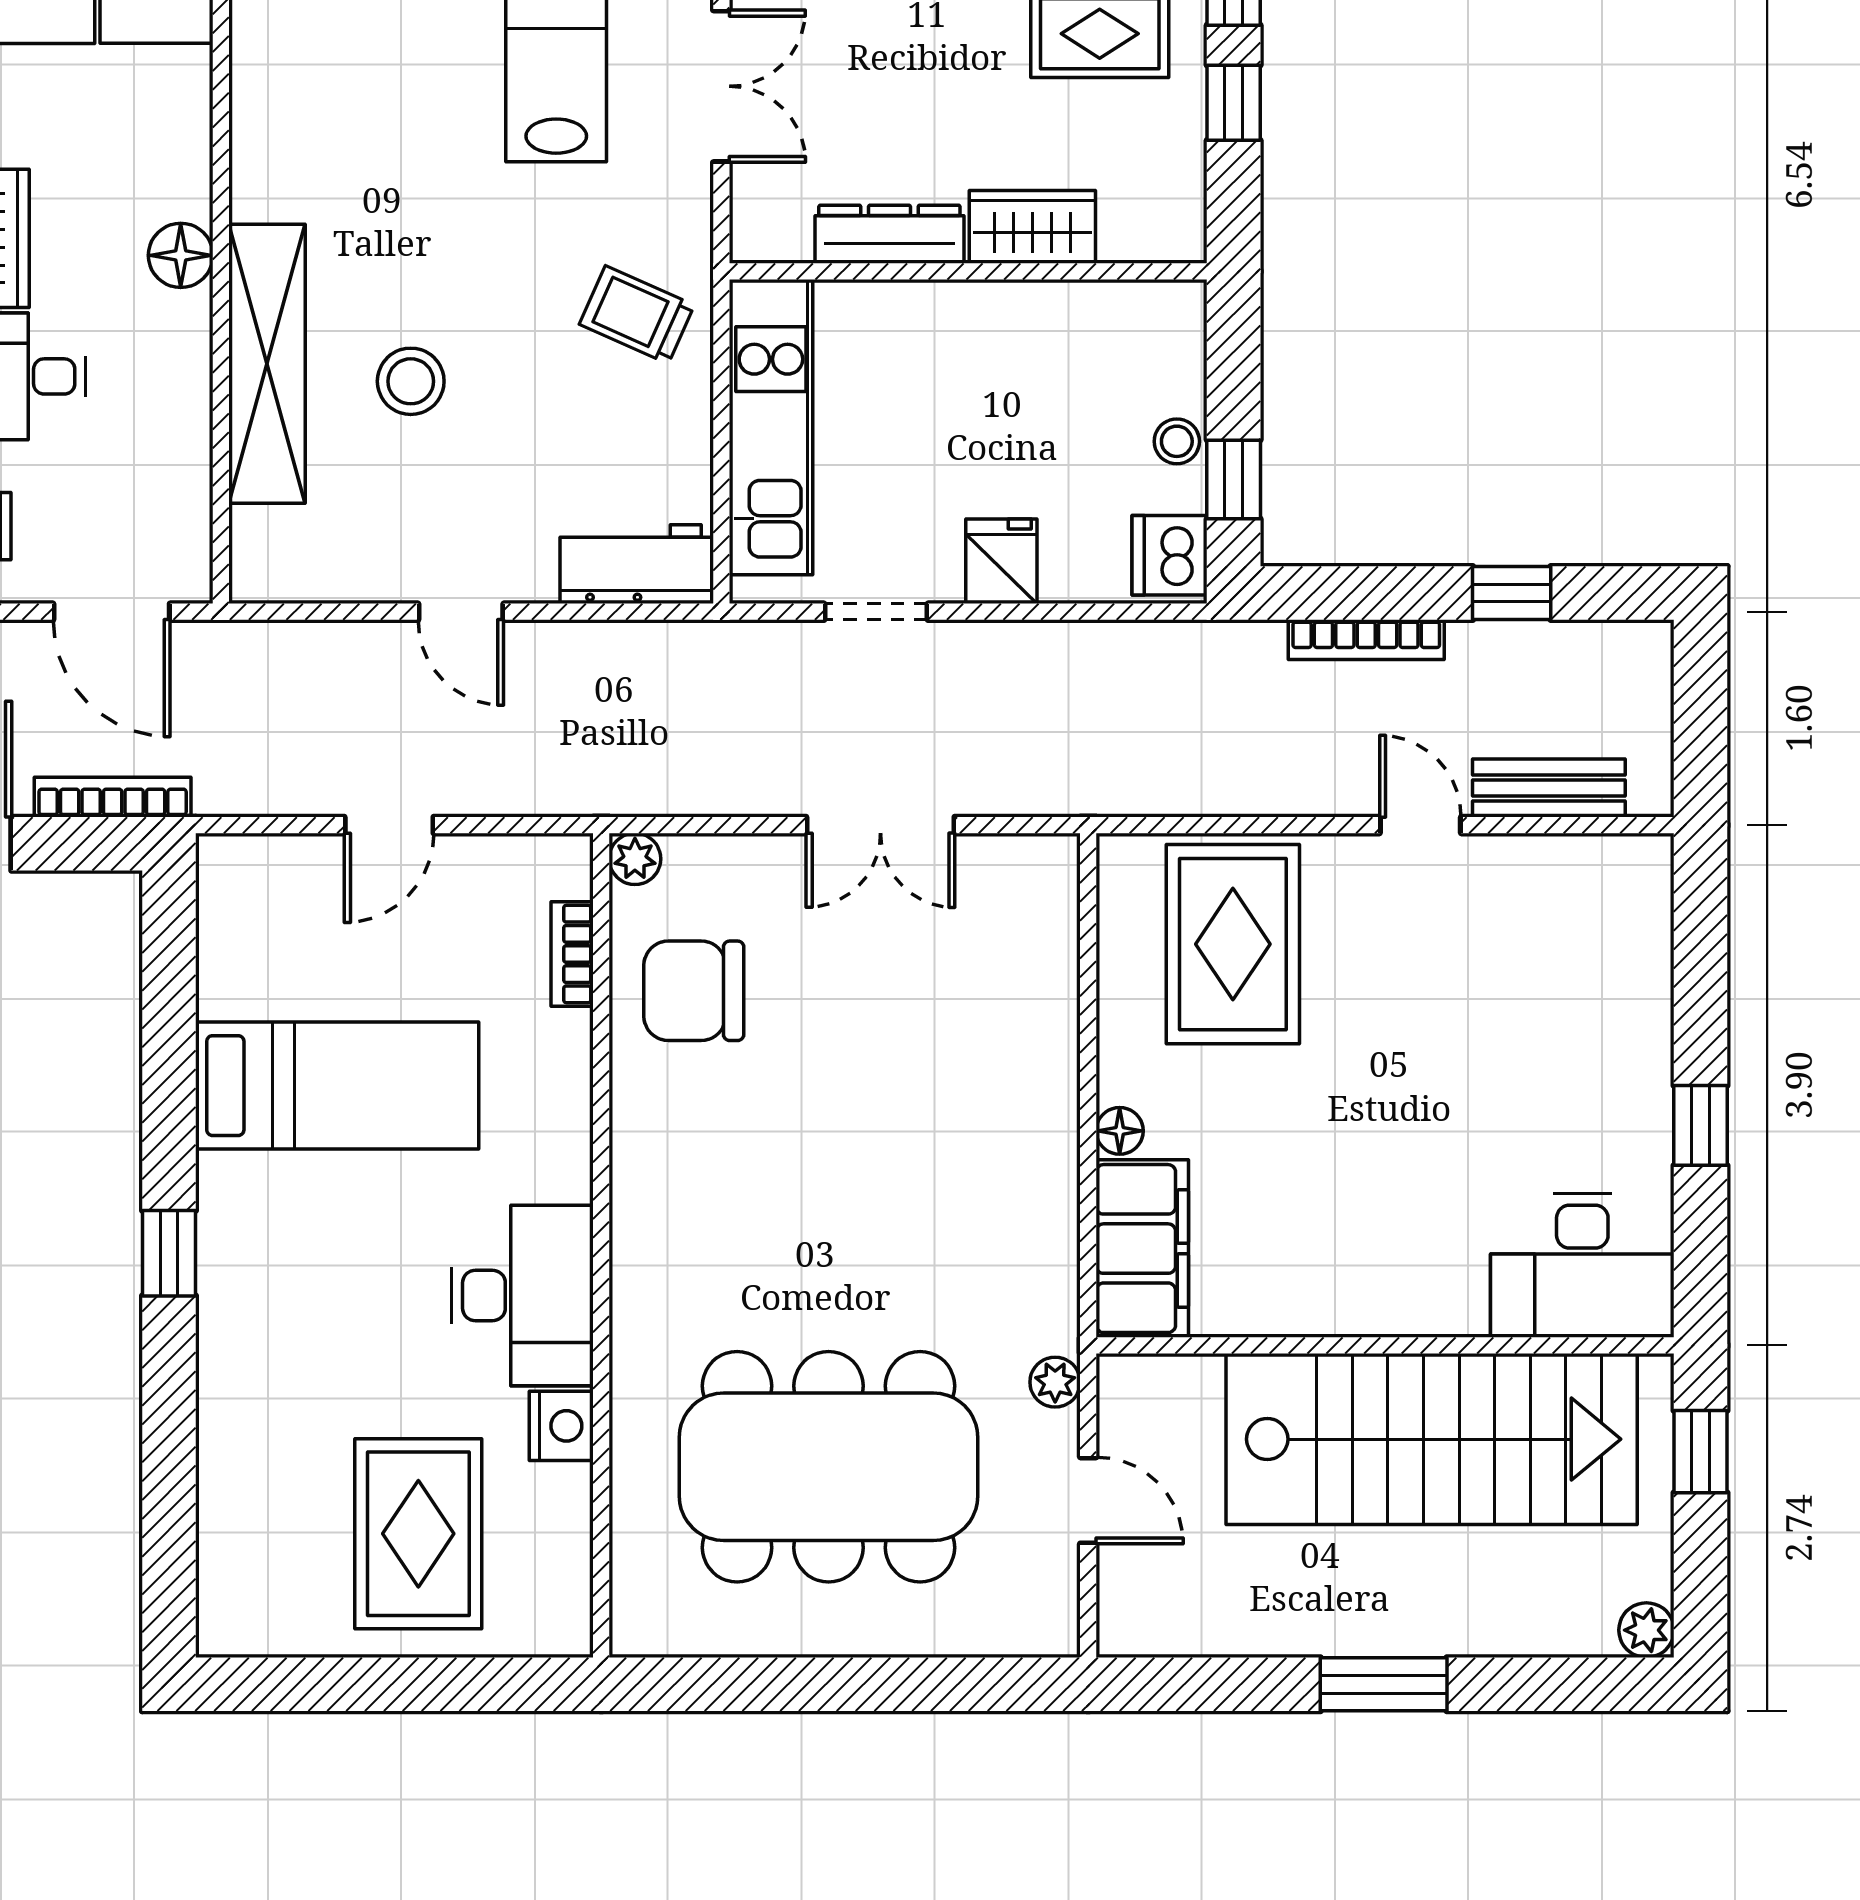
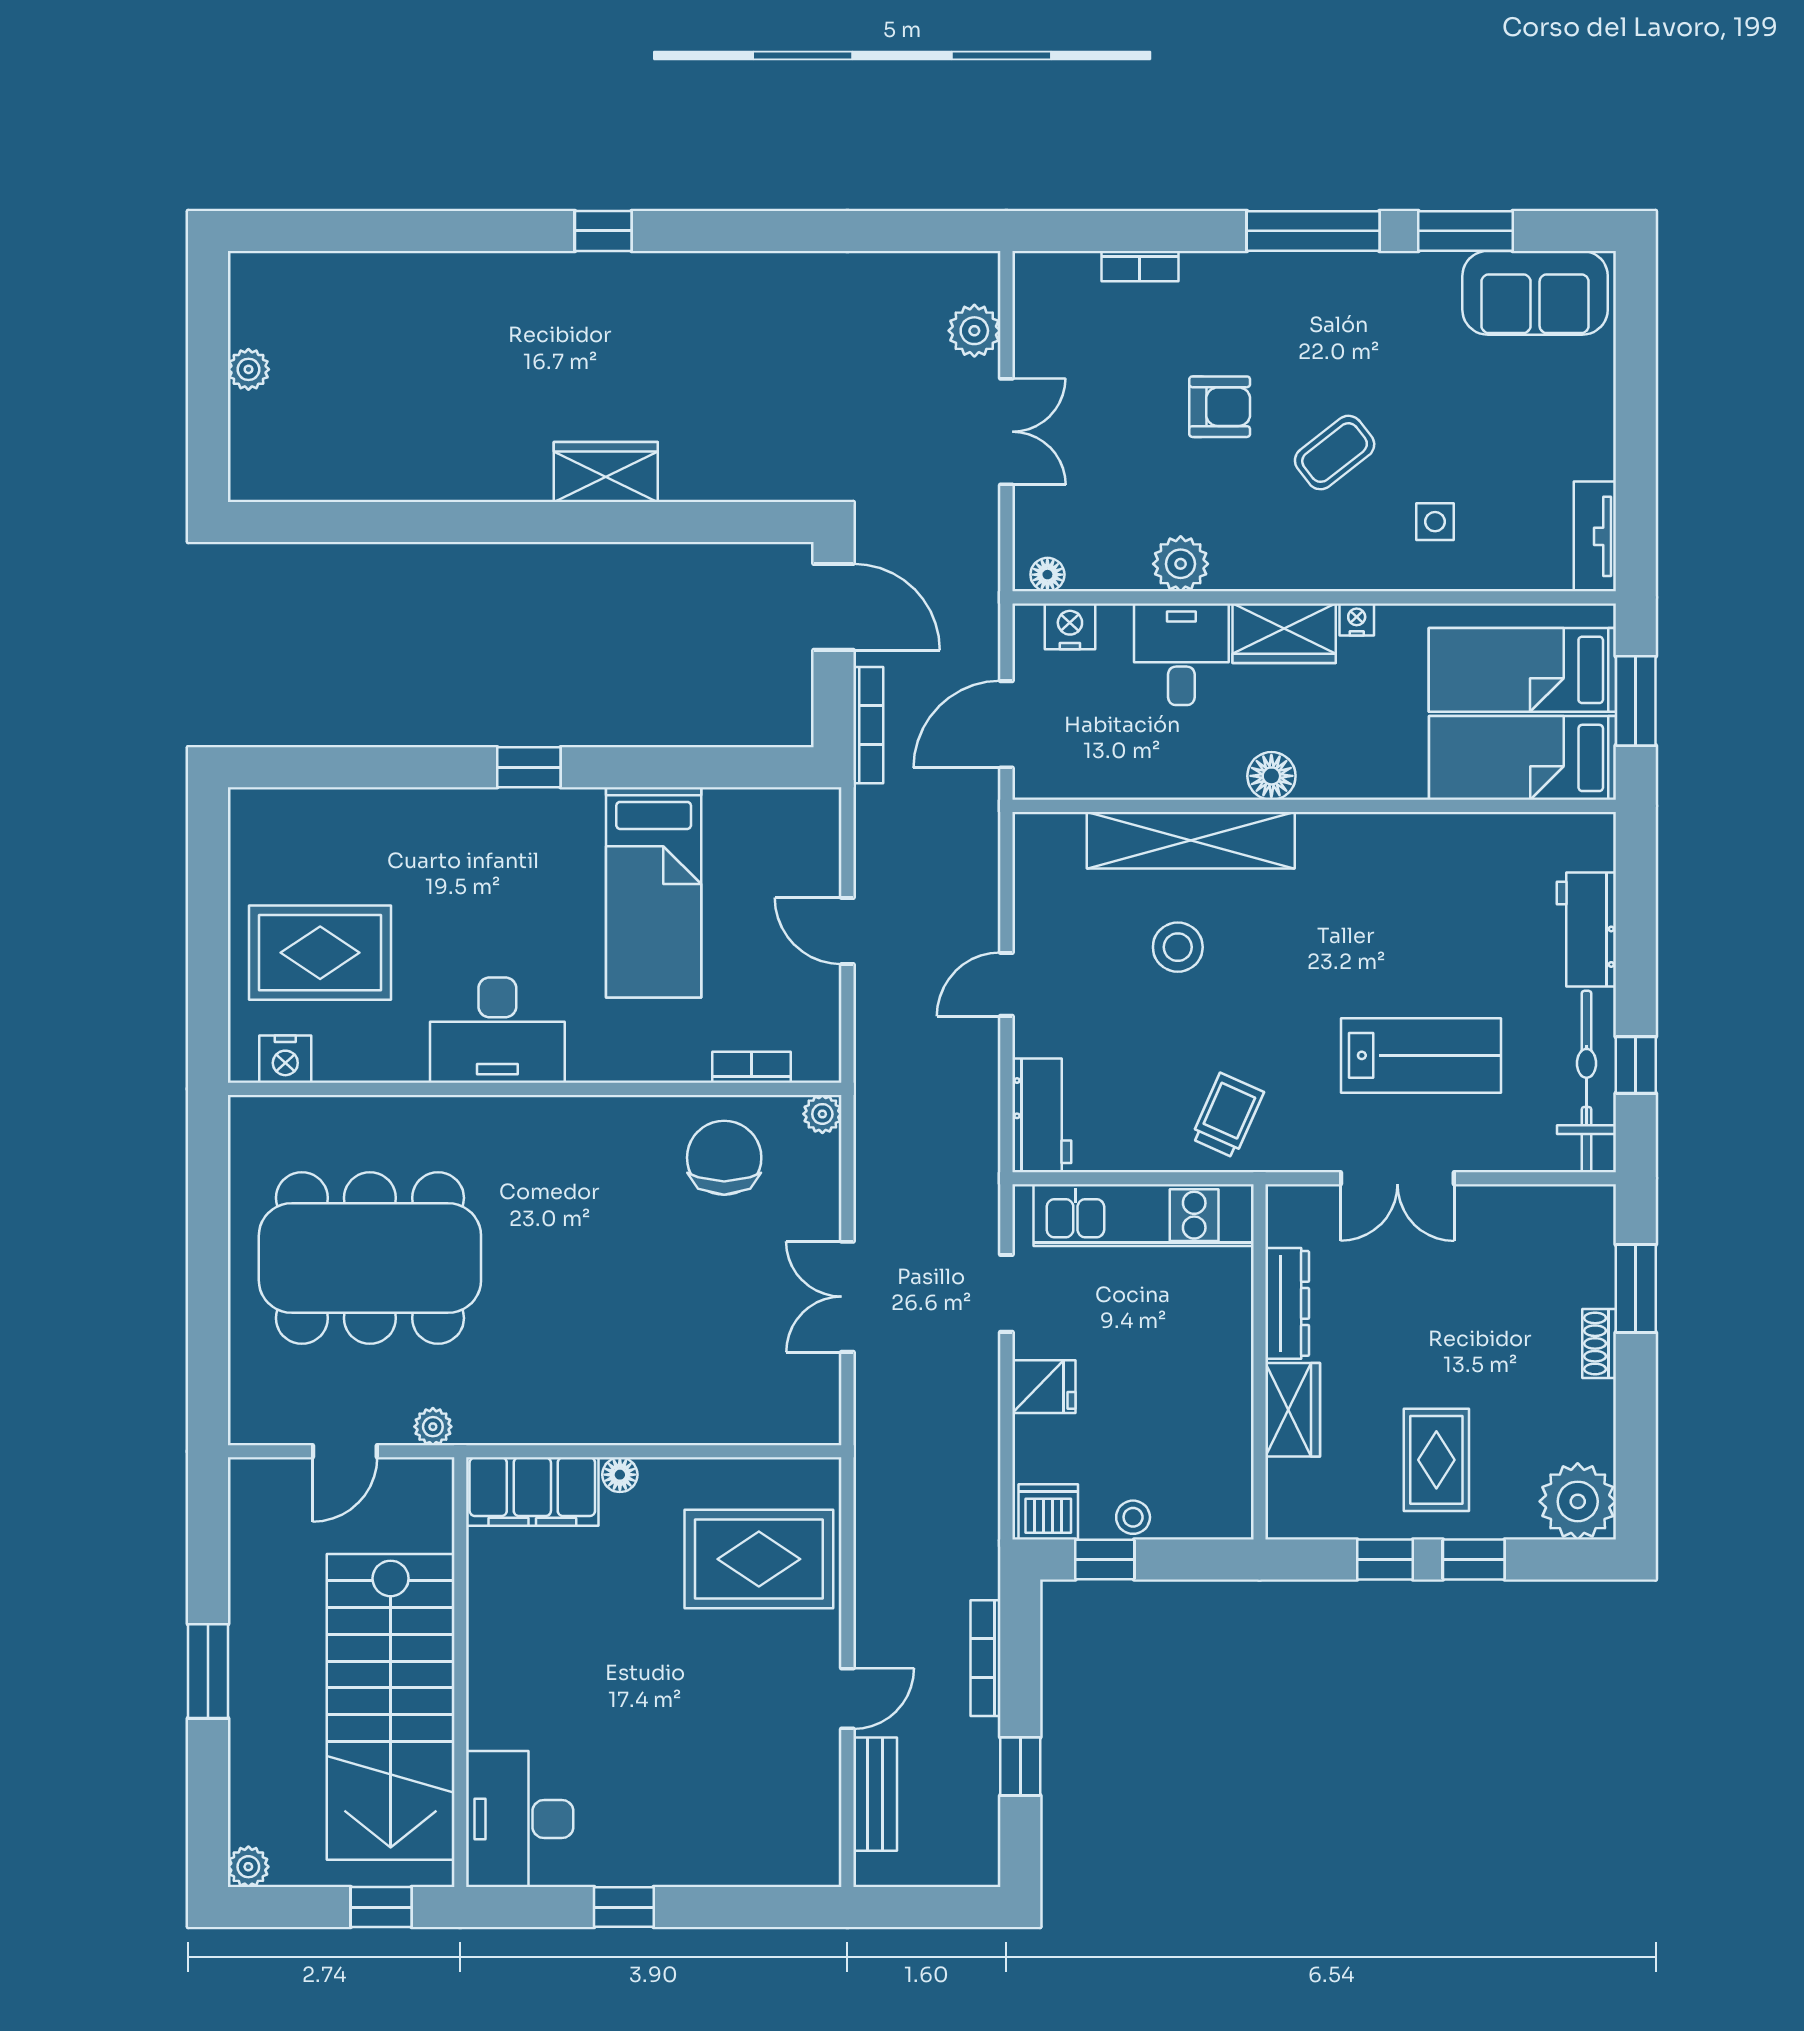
nightstand: (561, 1426) -> (285, 1059), moved
dining table: (829, 1467) -> (370, 1258), turned 90

